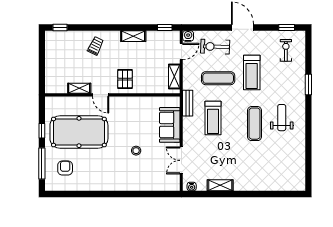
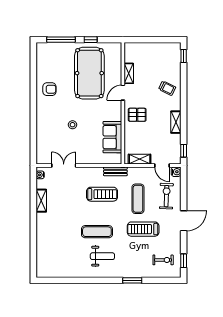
treadmill: (213, 118) -> (102, 194), turned 180
sofa: (170, 125) -> (112, 137), moved, turned -90
armchair: (65, 168) -> (49, 89), moved

